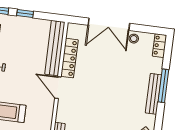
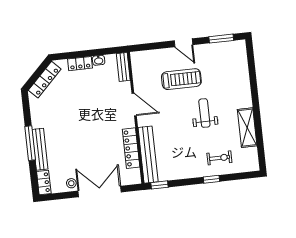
window: (25, 14) -> (160, 185), moved
door: (58, 88) -> (134, 104), moved
bench: (153, 94) -> (40, 149), moved

